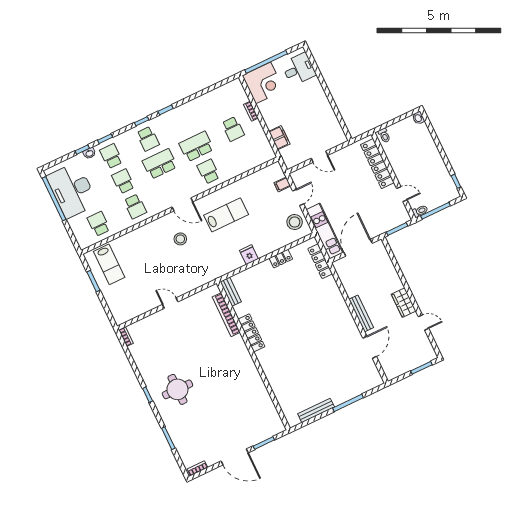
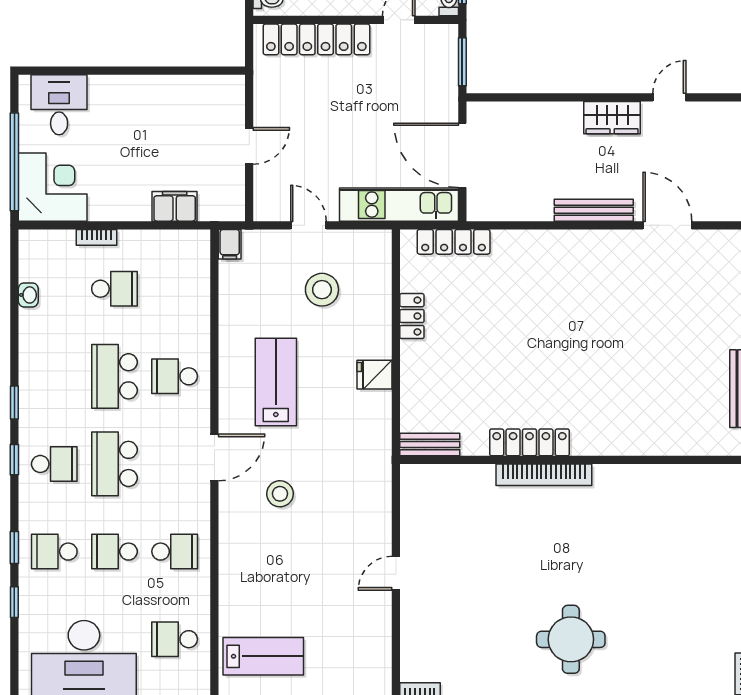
washbasin: (89, 153) -> (28, 295), moved
filing cabinet: (282, 184) -> (230, 244), moved
stool: (295, 222) -> (322, 290), moved
bookcase: (226, 315) -> (544, 475), moved

